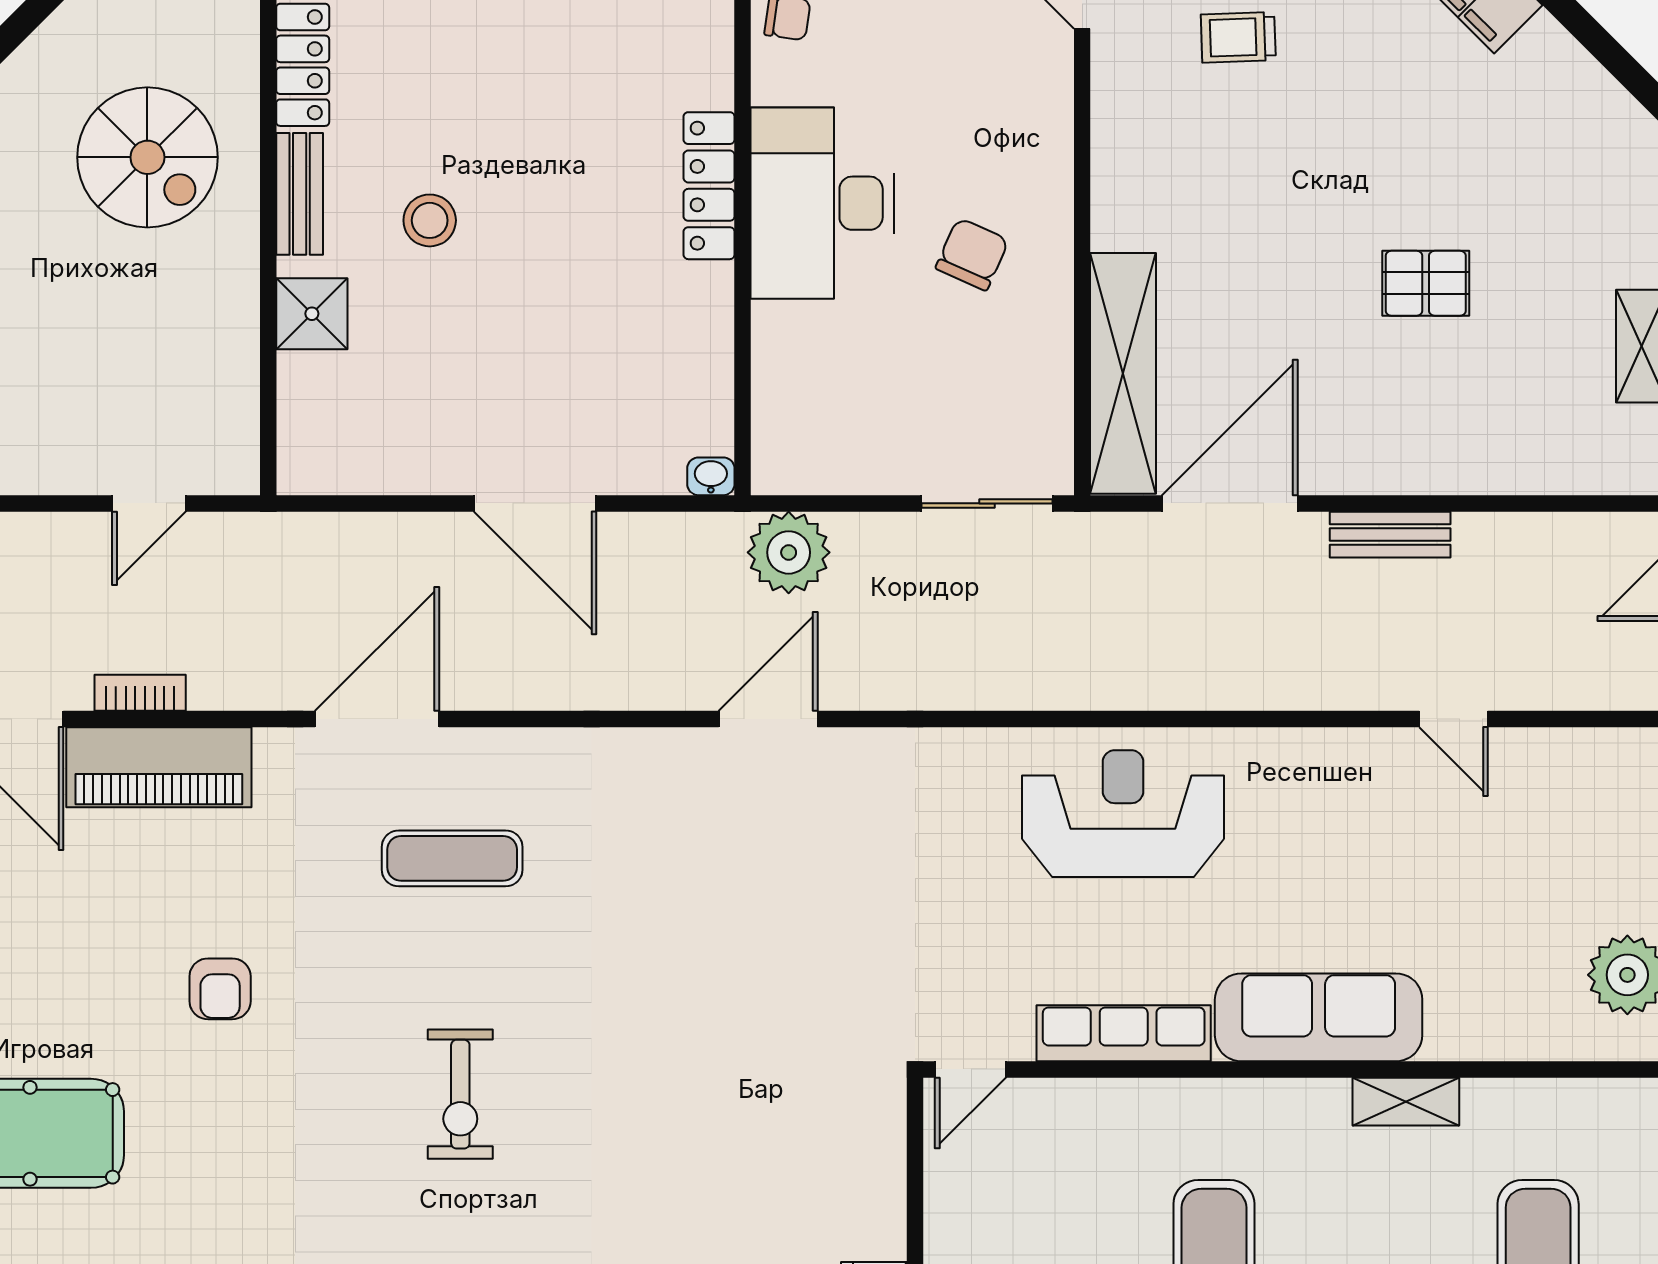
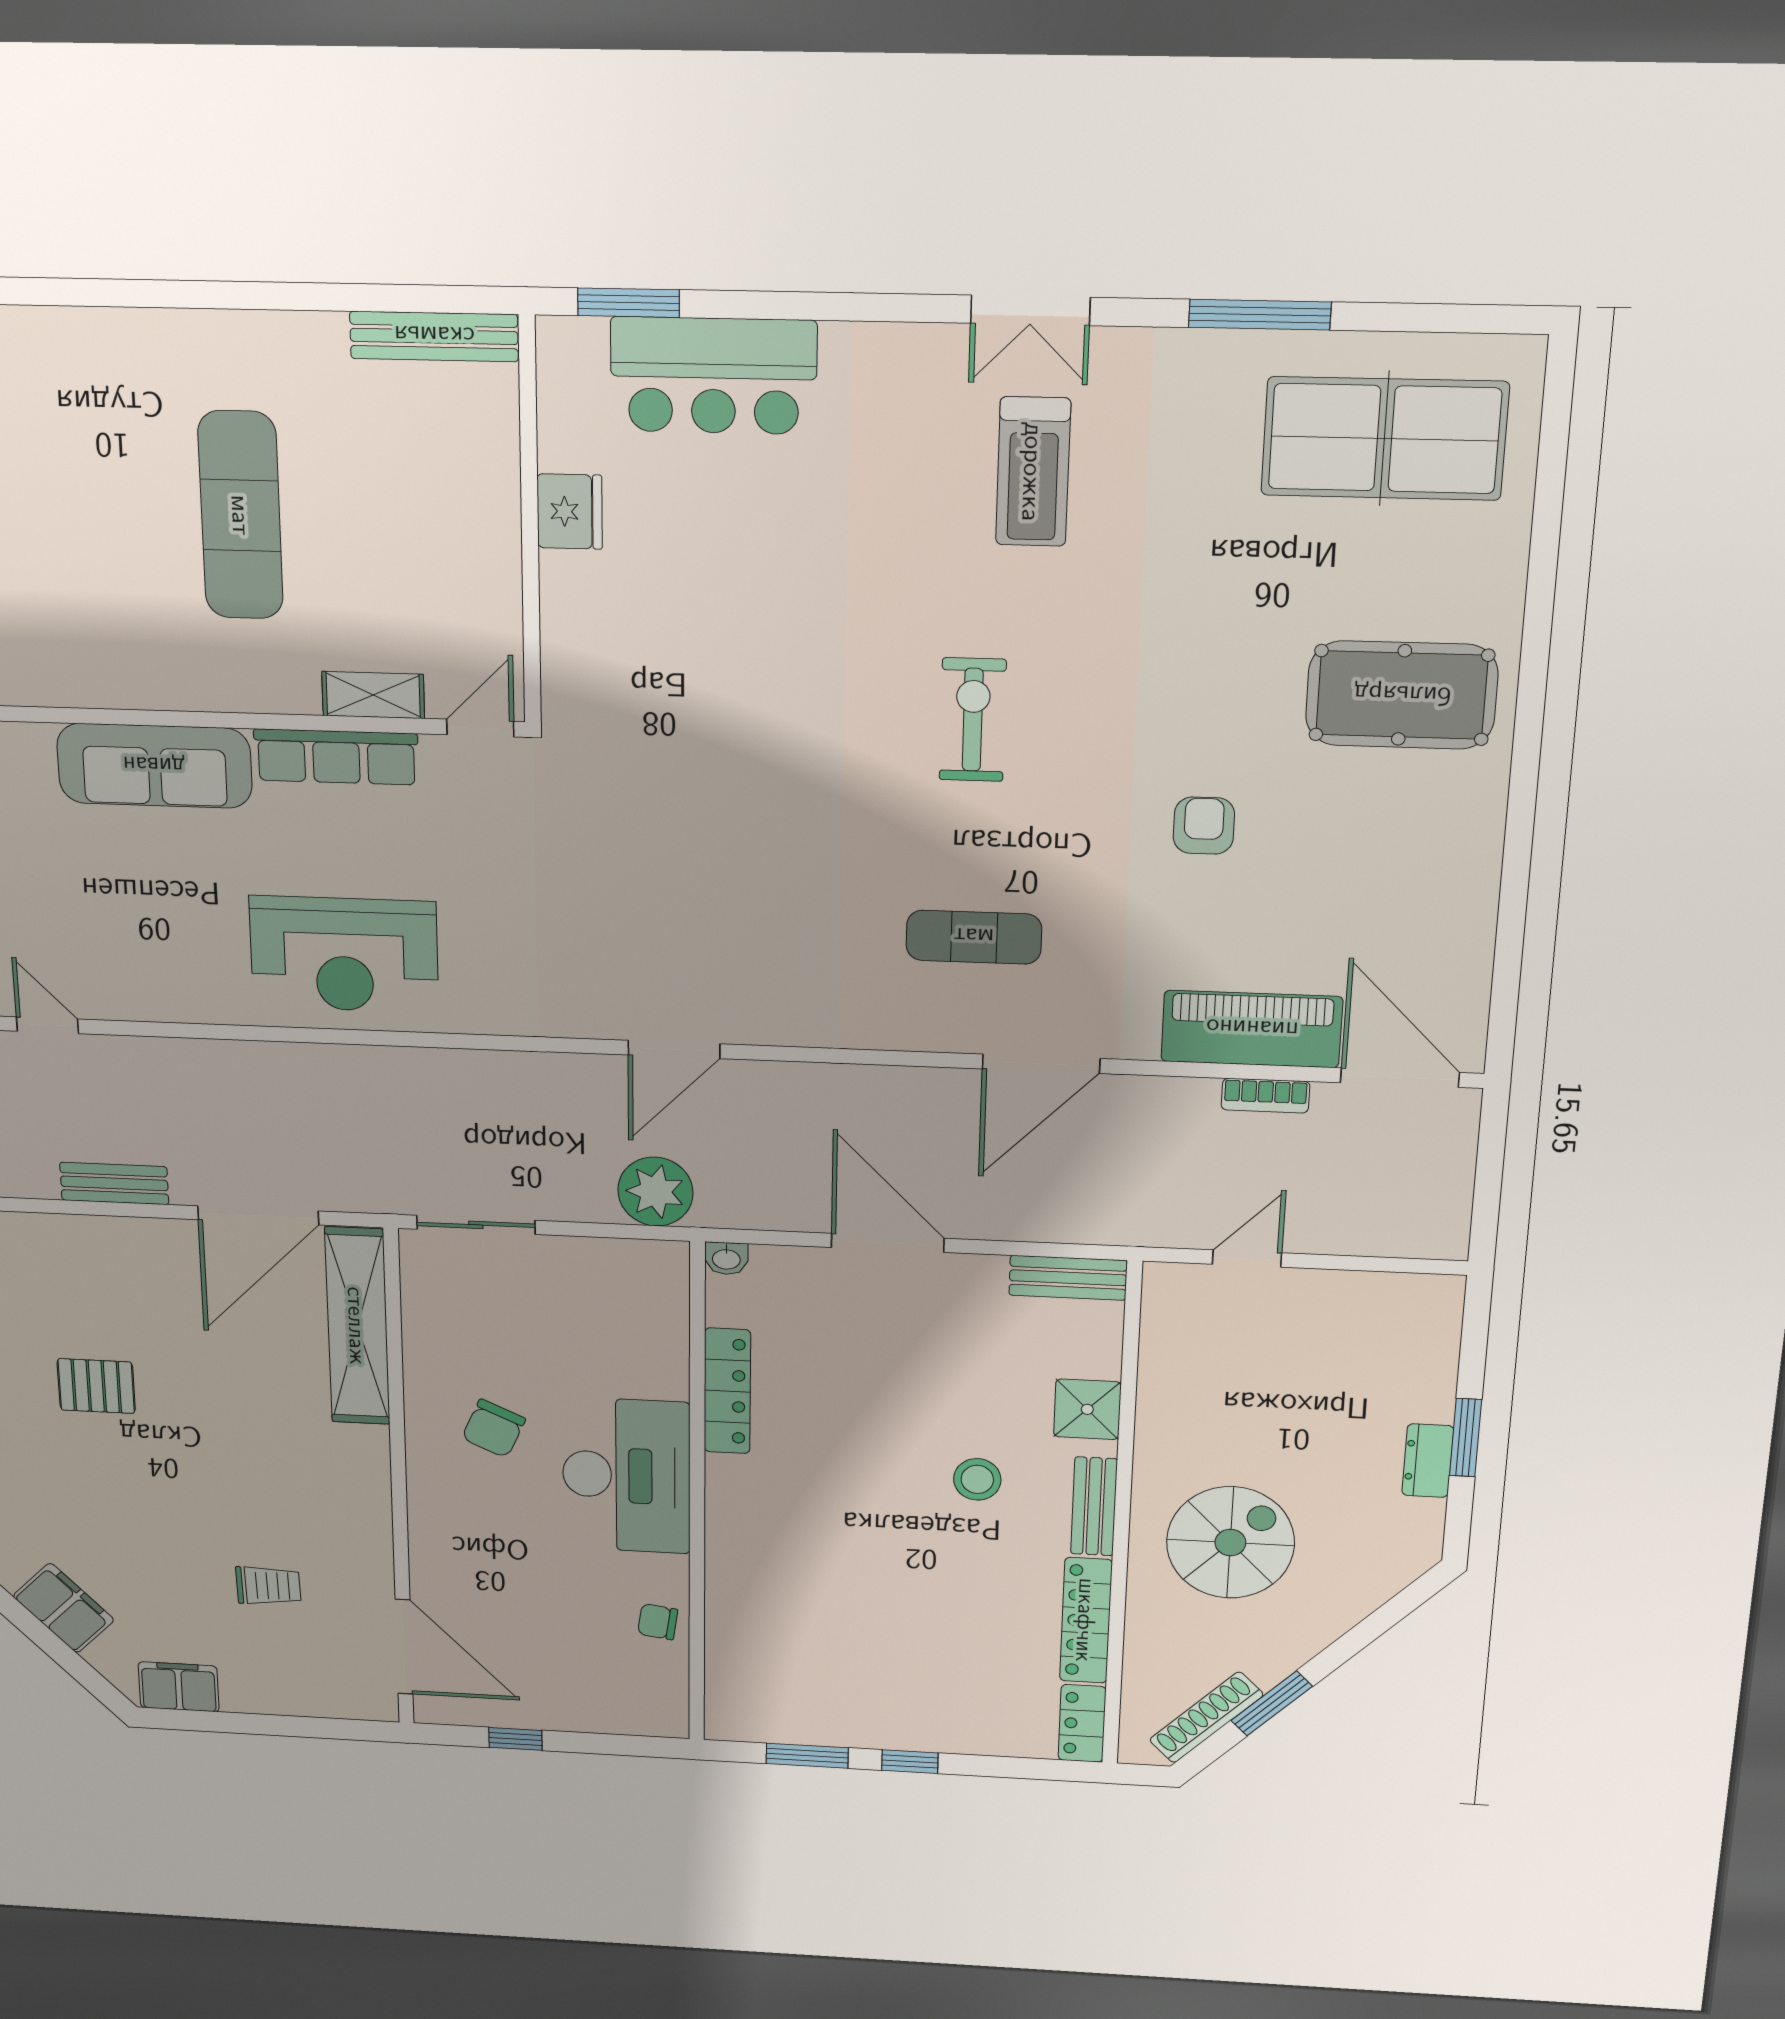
spiral stairs: (147, 157) -> (1230, 1543), turned 90
locker: (709, 186) -> (727, 1391), moved
bench: (339, 471) -> (1068, 1278), added
shelving: (1406, 1102) -> (373, 695), moved

